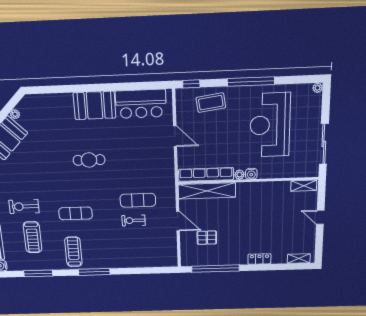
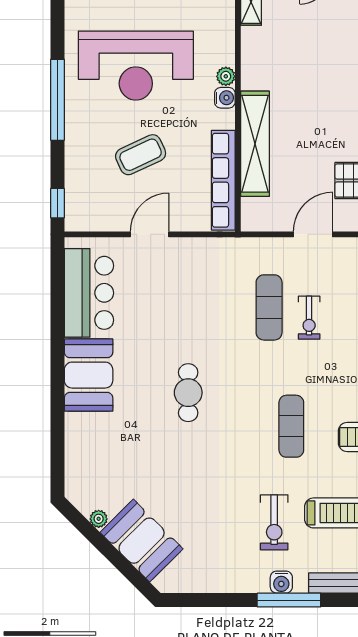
coffee table: (211, 103) -> (141, 155), moved, turned 73
plant: (239, 175) -> (226, 76), moved
shelving: (207, 191) -> (255, 144), moved

